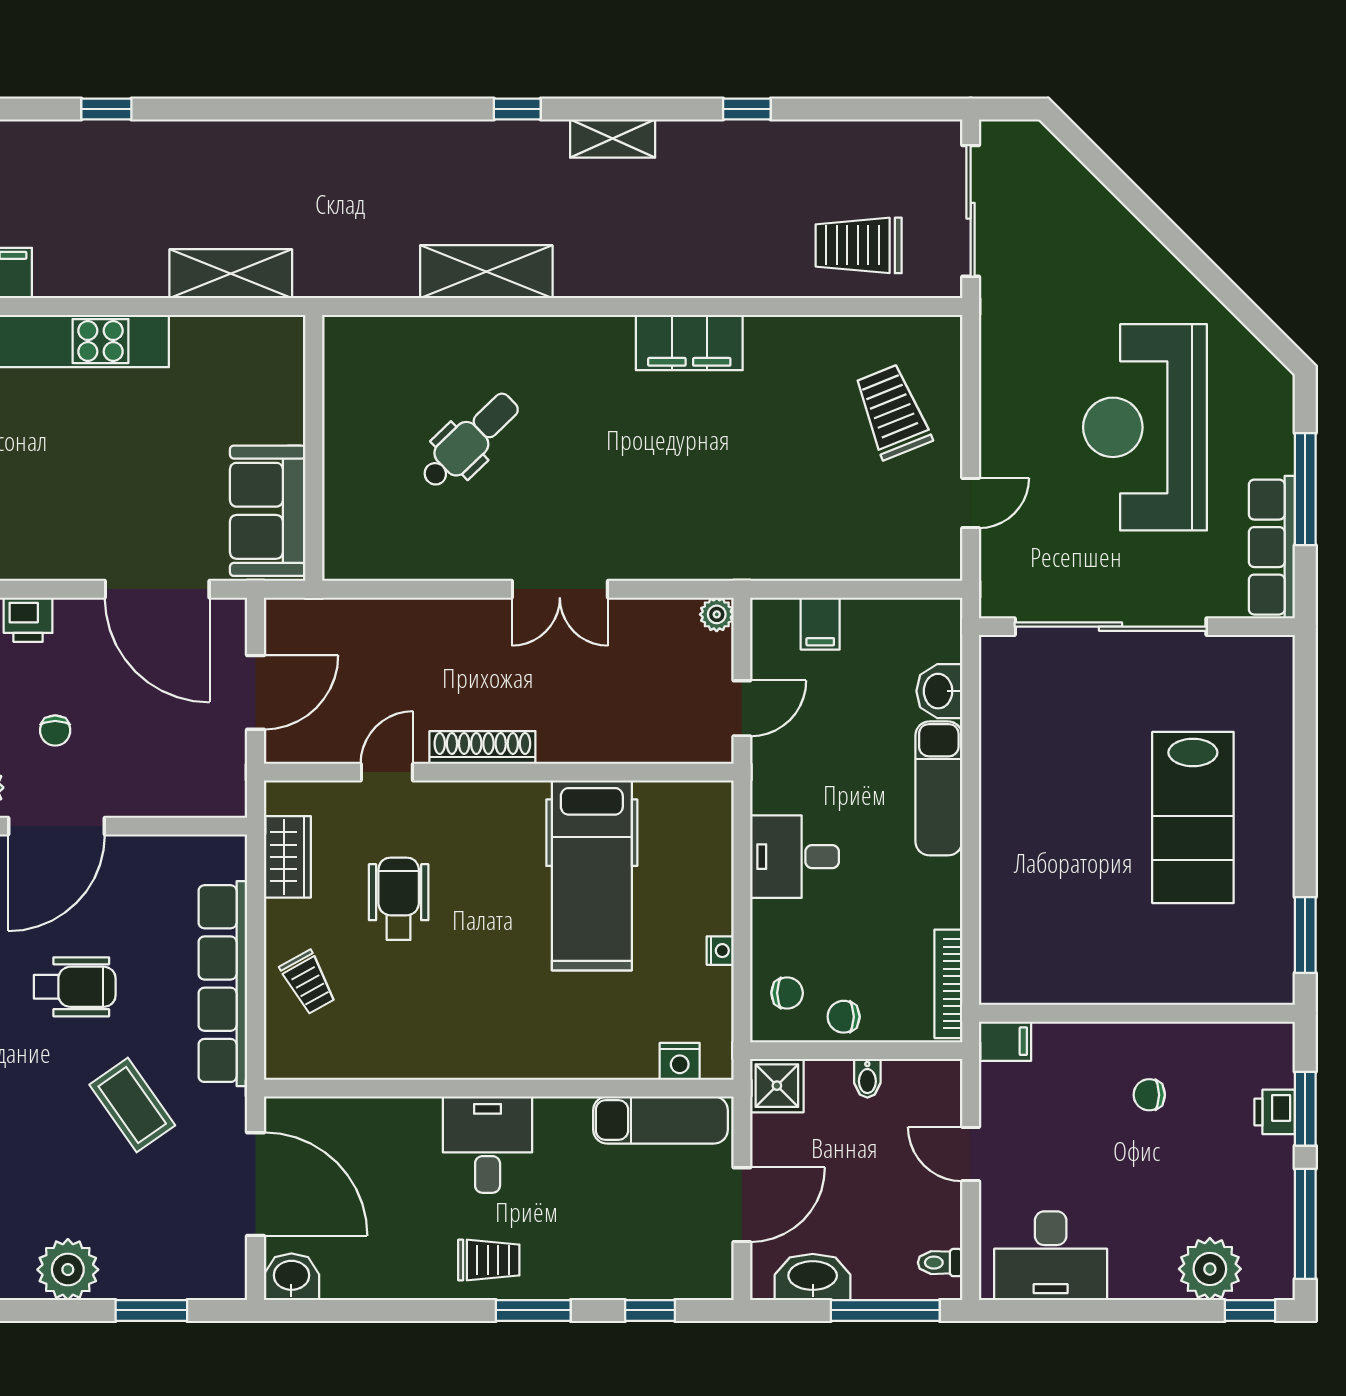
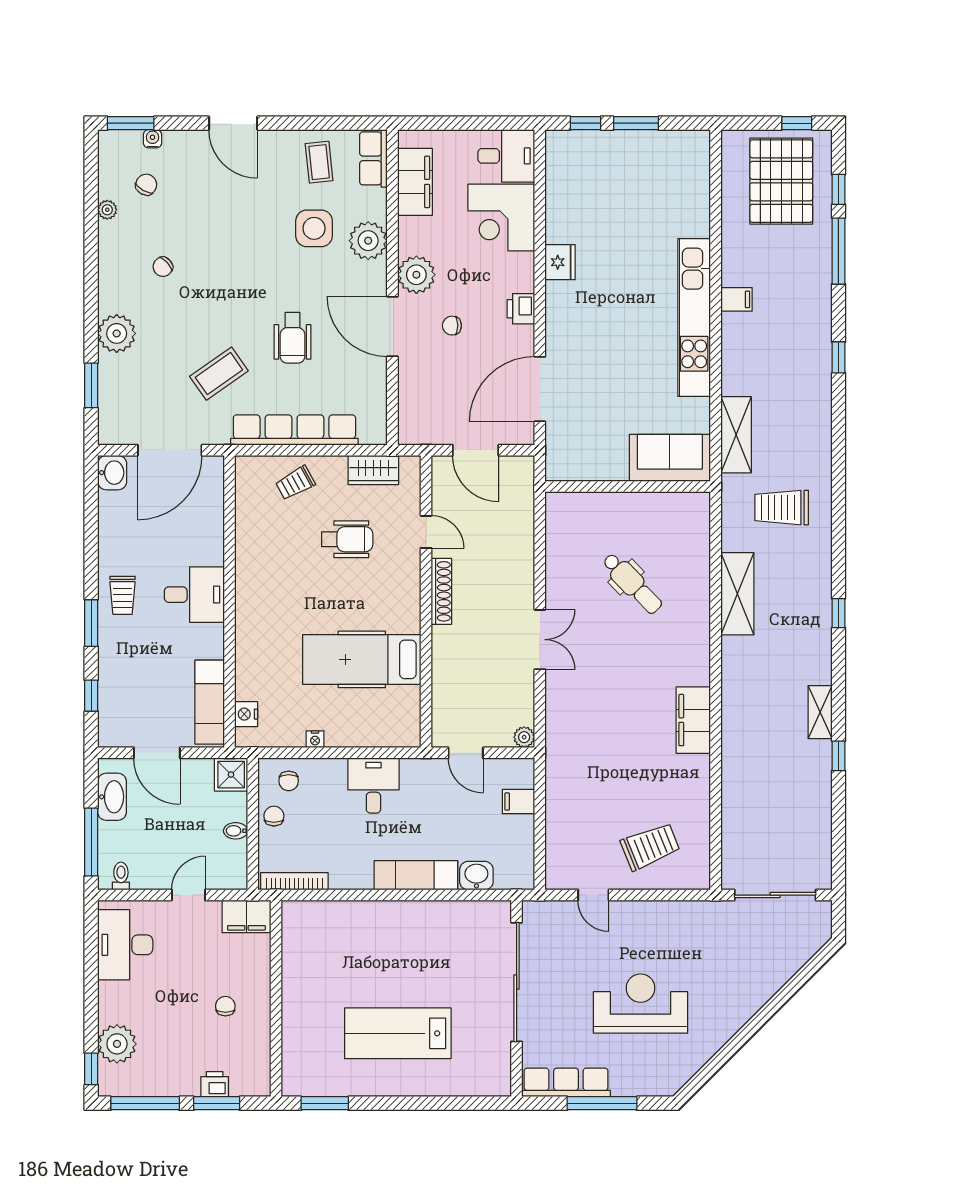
shelving: (613, 139) -> (820, 712), moved
trolley: (859, 245) -> (782, 508), moved, turned -90
reception desk: (1145, 427) -> (641, 1004), width x0.74, depth x0.77
sofa: (268, 511) -> (670, 458), moved
double door: (560, 589) -> (540, 640), swing flipped
filing cabinet: (1005, 1041) -> (246, 916), width x2.00

